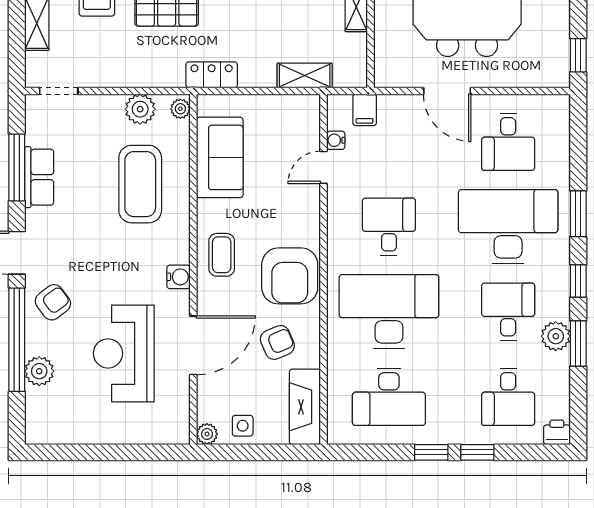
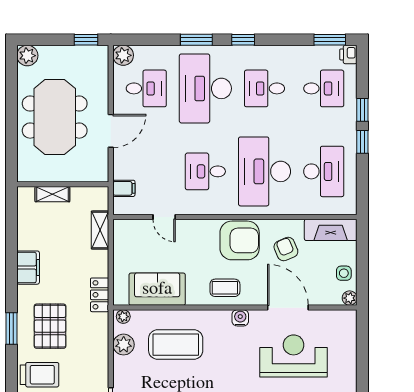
water cooler: (336, 140) -> (145, 208), removed
plant: (556, 336) -> (123, 55), moved
window: (578, 344) -> (330, 40), moved
reception desk: (124, 353) -> (294, 356), turned 180

